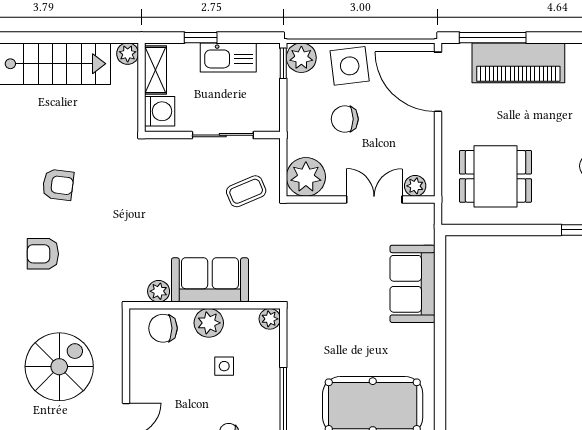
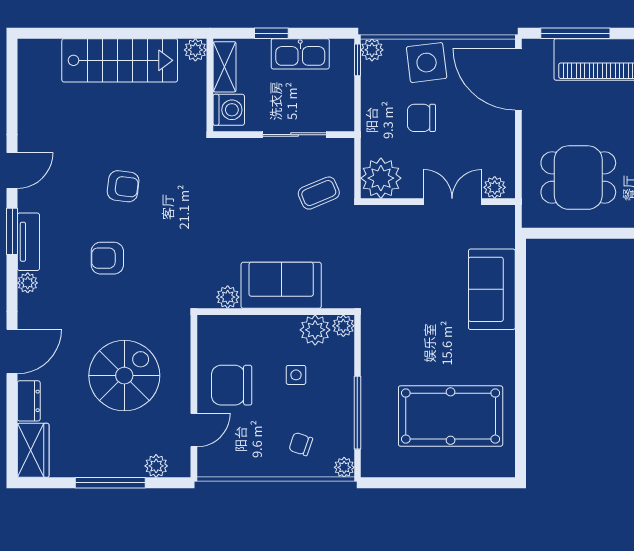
plant: (301, 58) -> (372, 50), width x0.73, depth x0.73
plant: (209, 323) -> (315, 330), moved
chair: (163, 328) -> (232, 385), moved, width x1.37, depth x1.37

